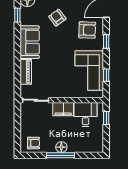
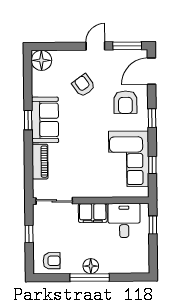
window: (17, 15) -> (28, 120), moved
armchair: (87, 30) -> (125, 102), turned 88
window: (17, 124) -> (29, 234), added

